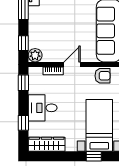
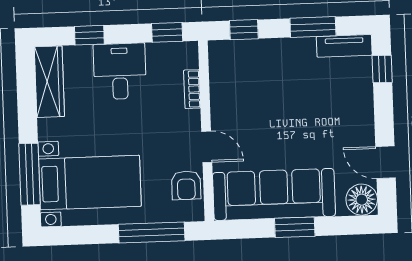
plant: (35, 55) -> (221, 53), removed
door: (72, 64) -> (207, 147), moved
window: (94, 156) -> (30, 174), width x2.17

